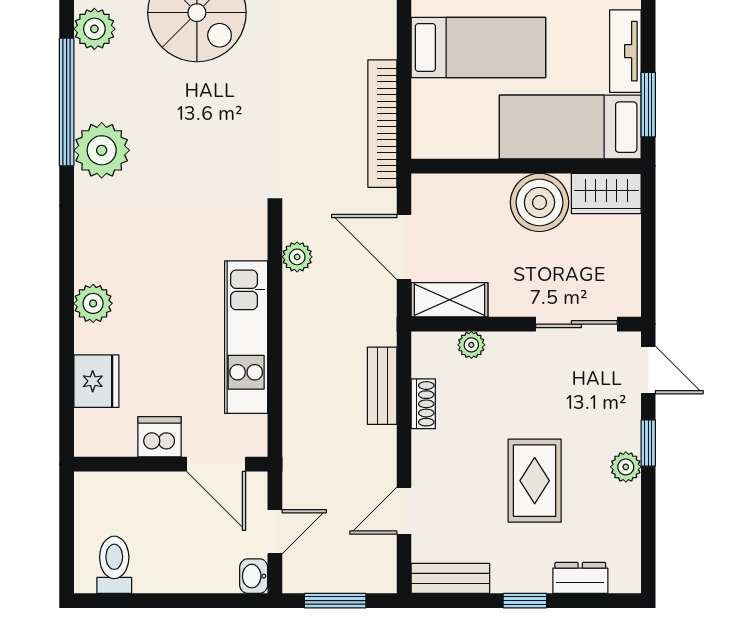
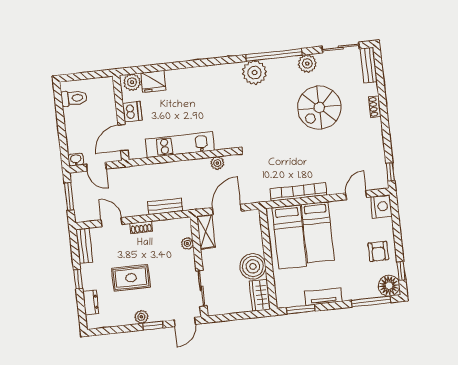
bookcase: (382, 124) -> (298, 192), moved
bed: (570, 127) -> (289, 237), moved, turned 180
plant: (93, 303) -> (132, 82), moved
shoe rack: (423, 404) -> (141, 227), moved

